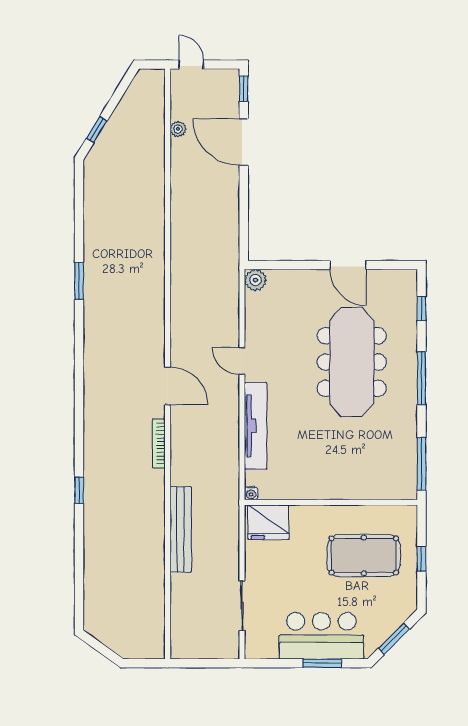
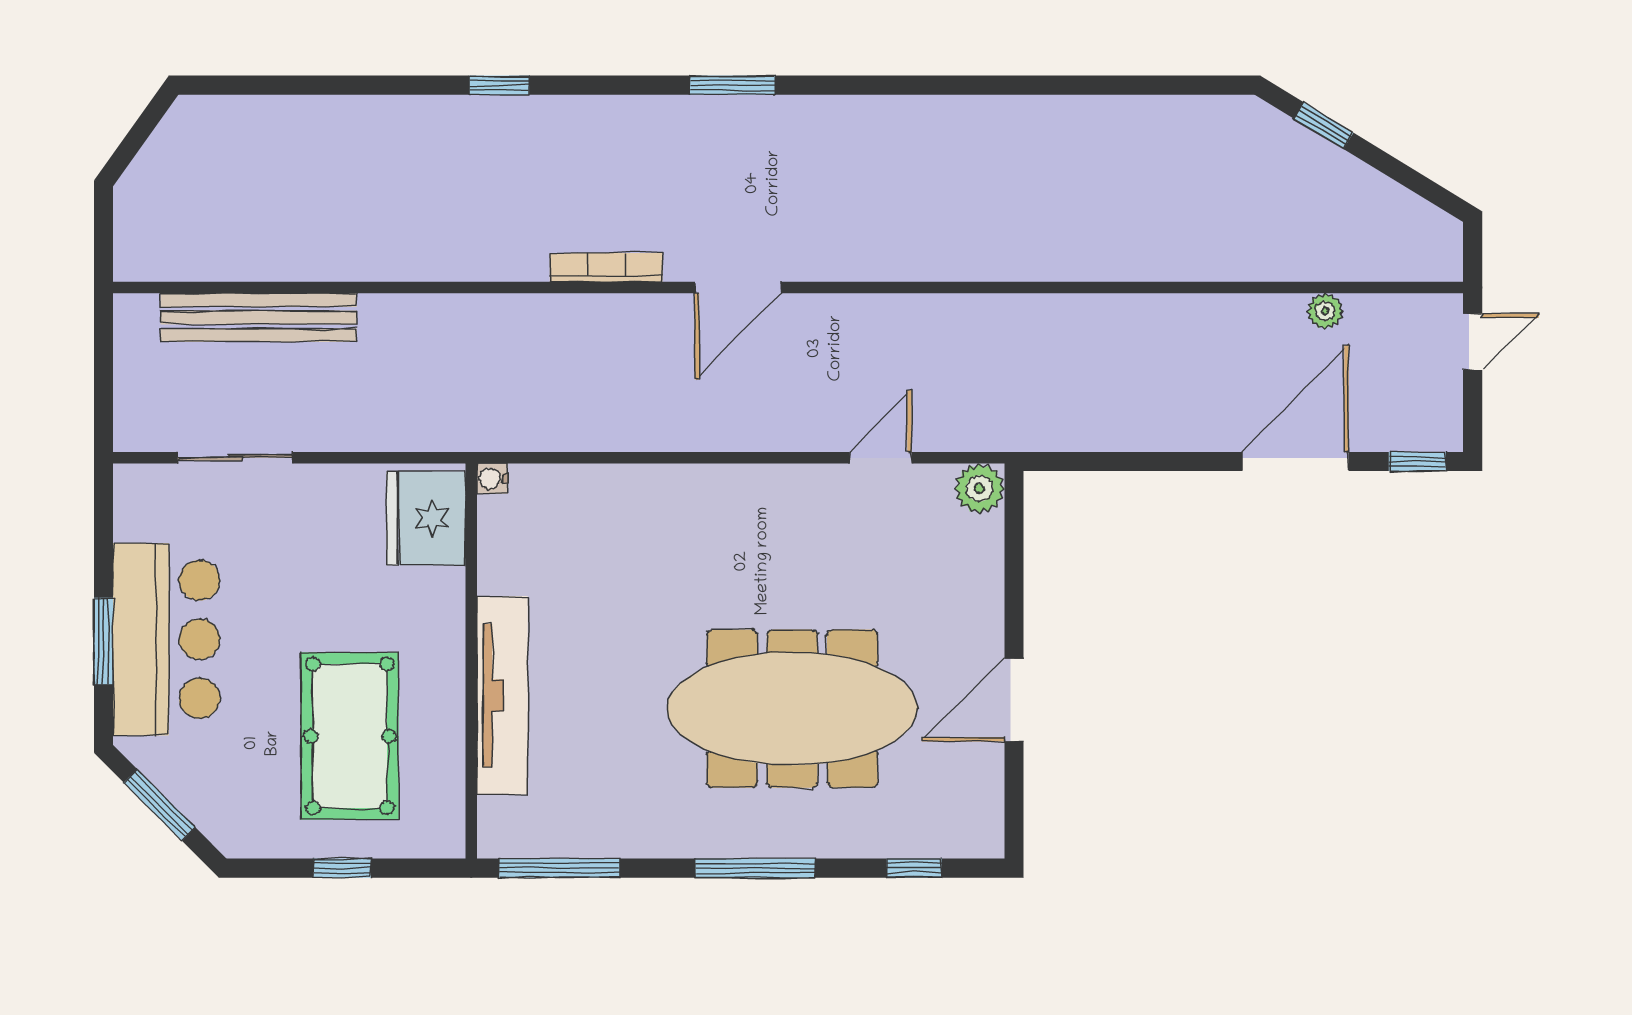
window: (79, 281) -> (733, 85), moved
door: (242, 361) -> (881, 458), moved
tv unit: (256, 426) -> (502, 695), moved, turned -90
bench: (181, 529) -> (259, 318), moved

